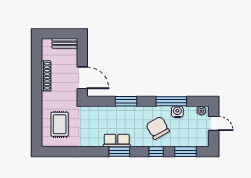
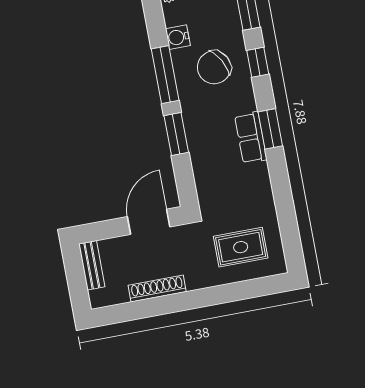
window: (171, 101) -> (165, 75), moved

